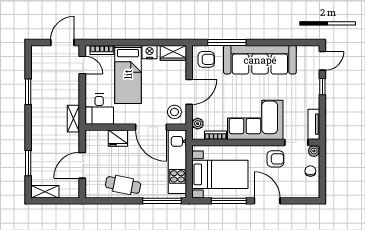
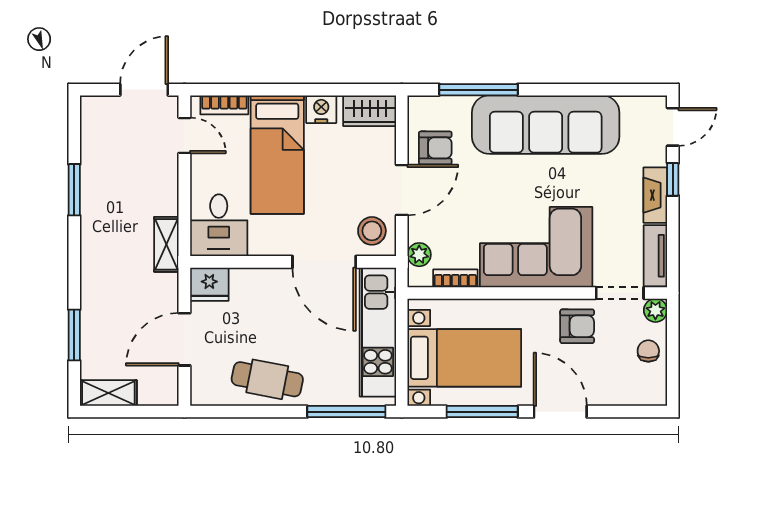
armchair: (206, 59) -> (435, 148), moved
fireplace: (314, 94) -> (655, 195), added
fridge: (118, 138) -> (209, 284), moved

